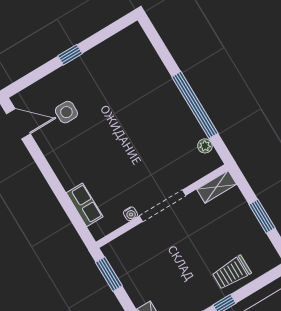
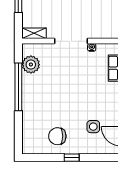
chair: (106, 71) -> (57, 136), added
plant: (205, 146) -> (31, 65), width x1.88, depth x1.88

